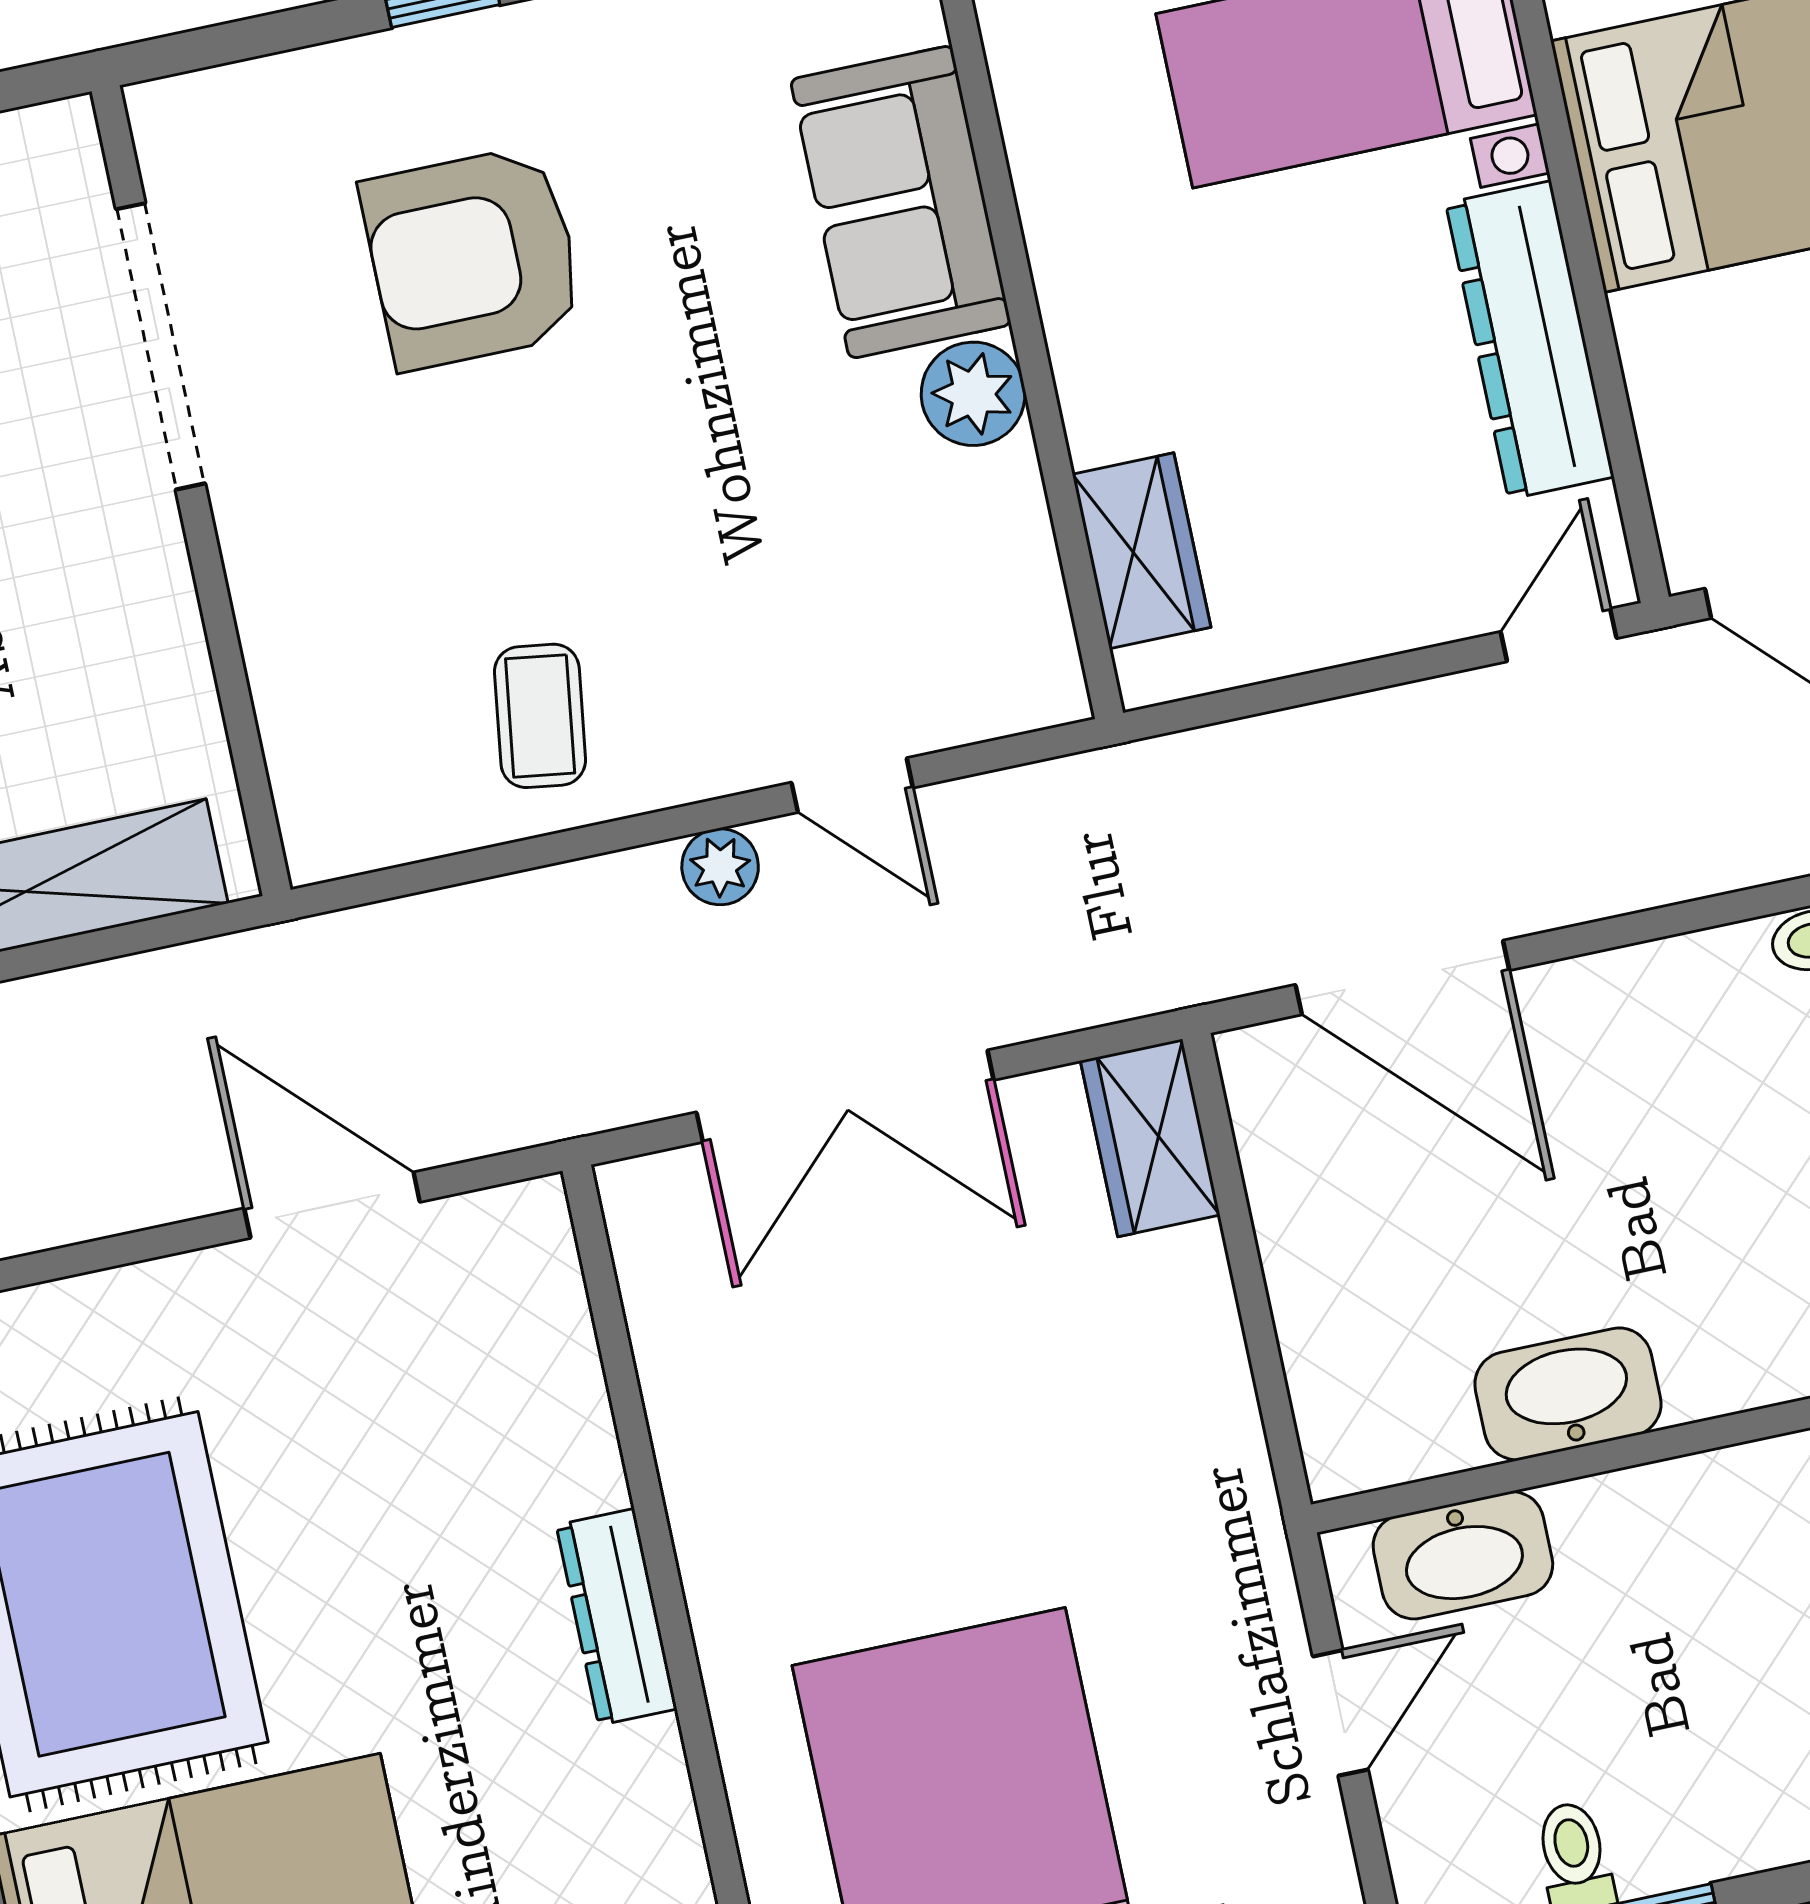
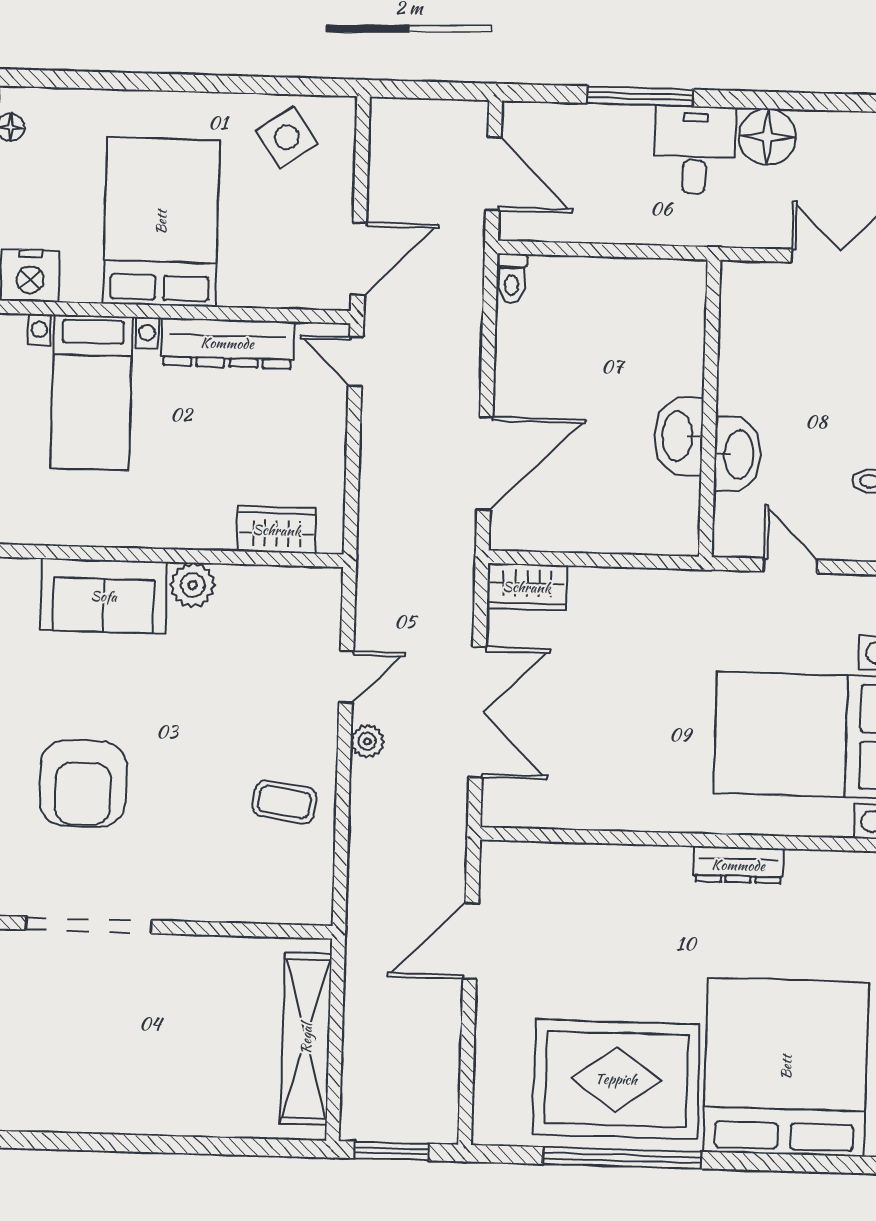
washbasin: (1463, 1555) -> (738, 454), moved
dresser: (617, 1617) -> (738, 865), moved

